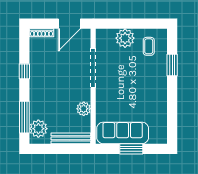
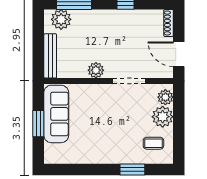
plant: (108, 36) -> (165, 97), added
doorway: (93, 68) -> (129, 81), width x0.73
plant: (84, 109) -> (96, 70), moved

